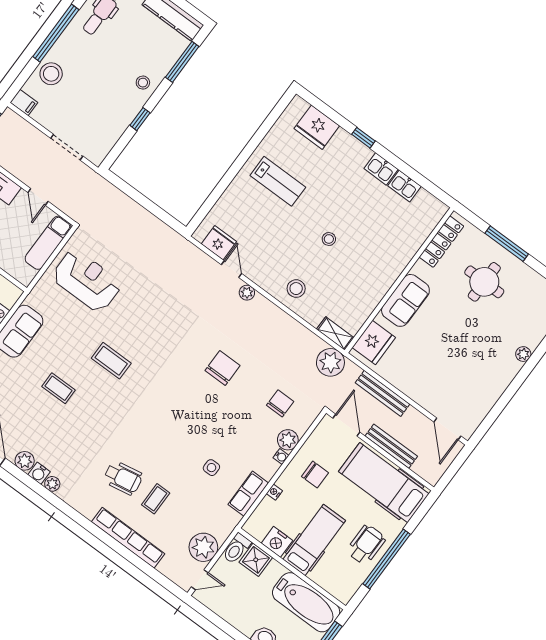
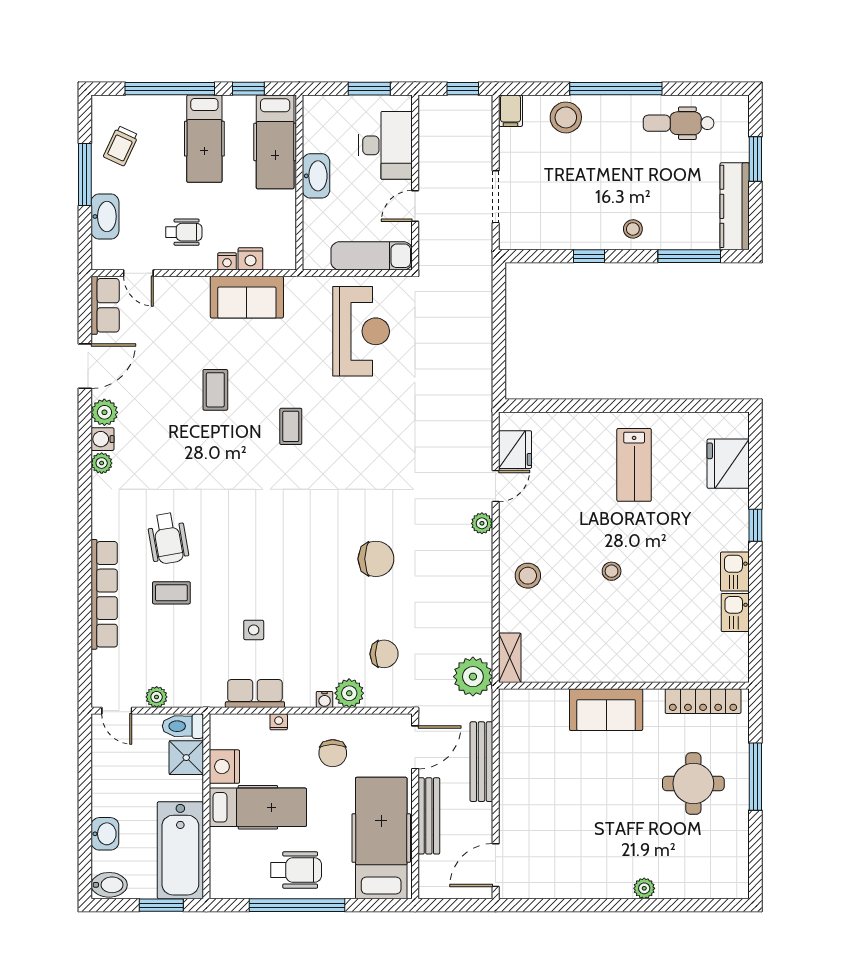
fridge: (374, 343) -> (532, 709), removed
coffee table: (111, 361) -> (291, 426), width x0.73, depth x0.77
plant: (203, 547) -> (157, 697), width x0.53, depth x0.53

